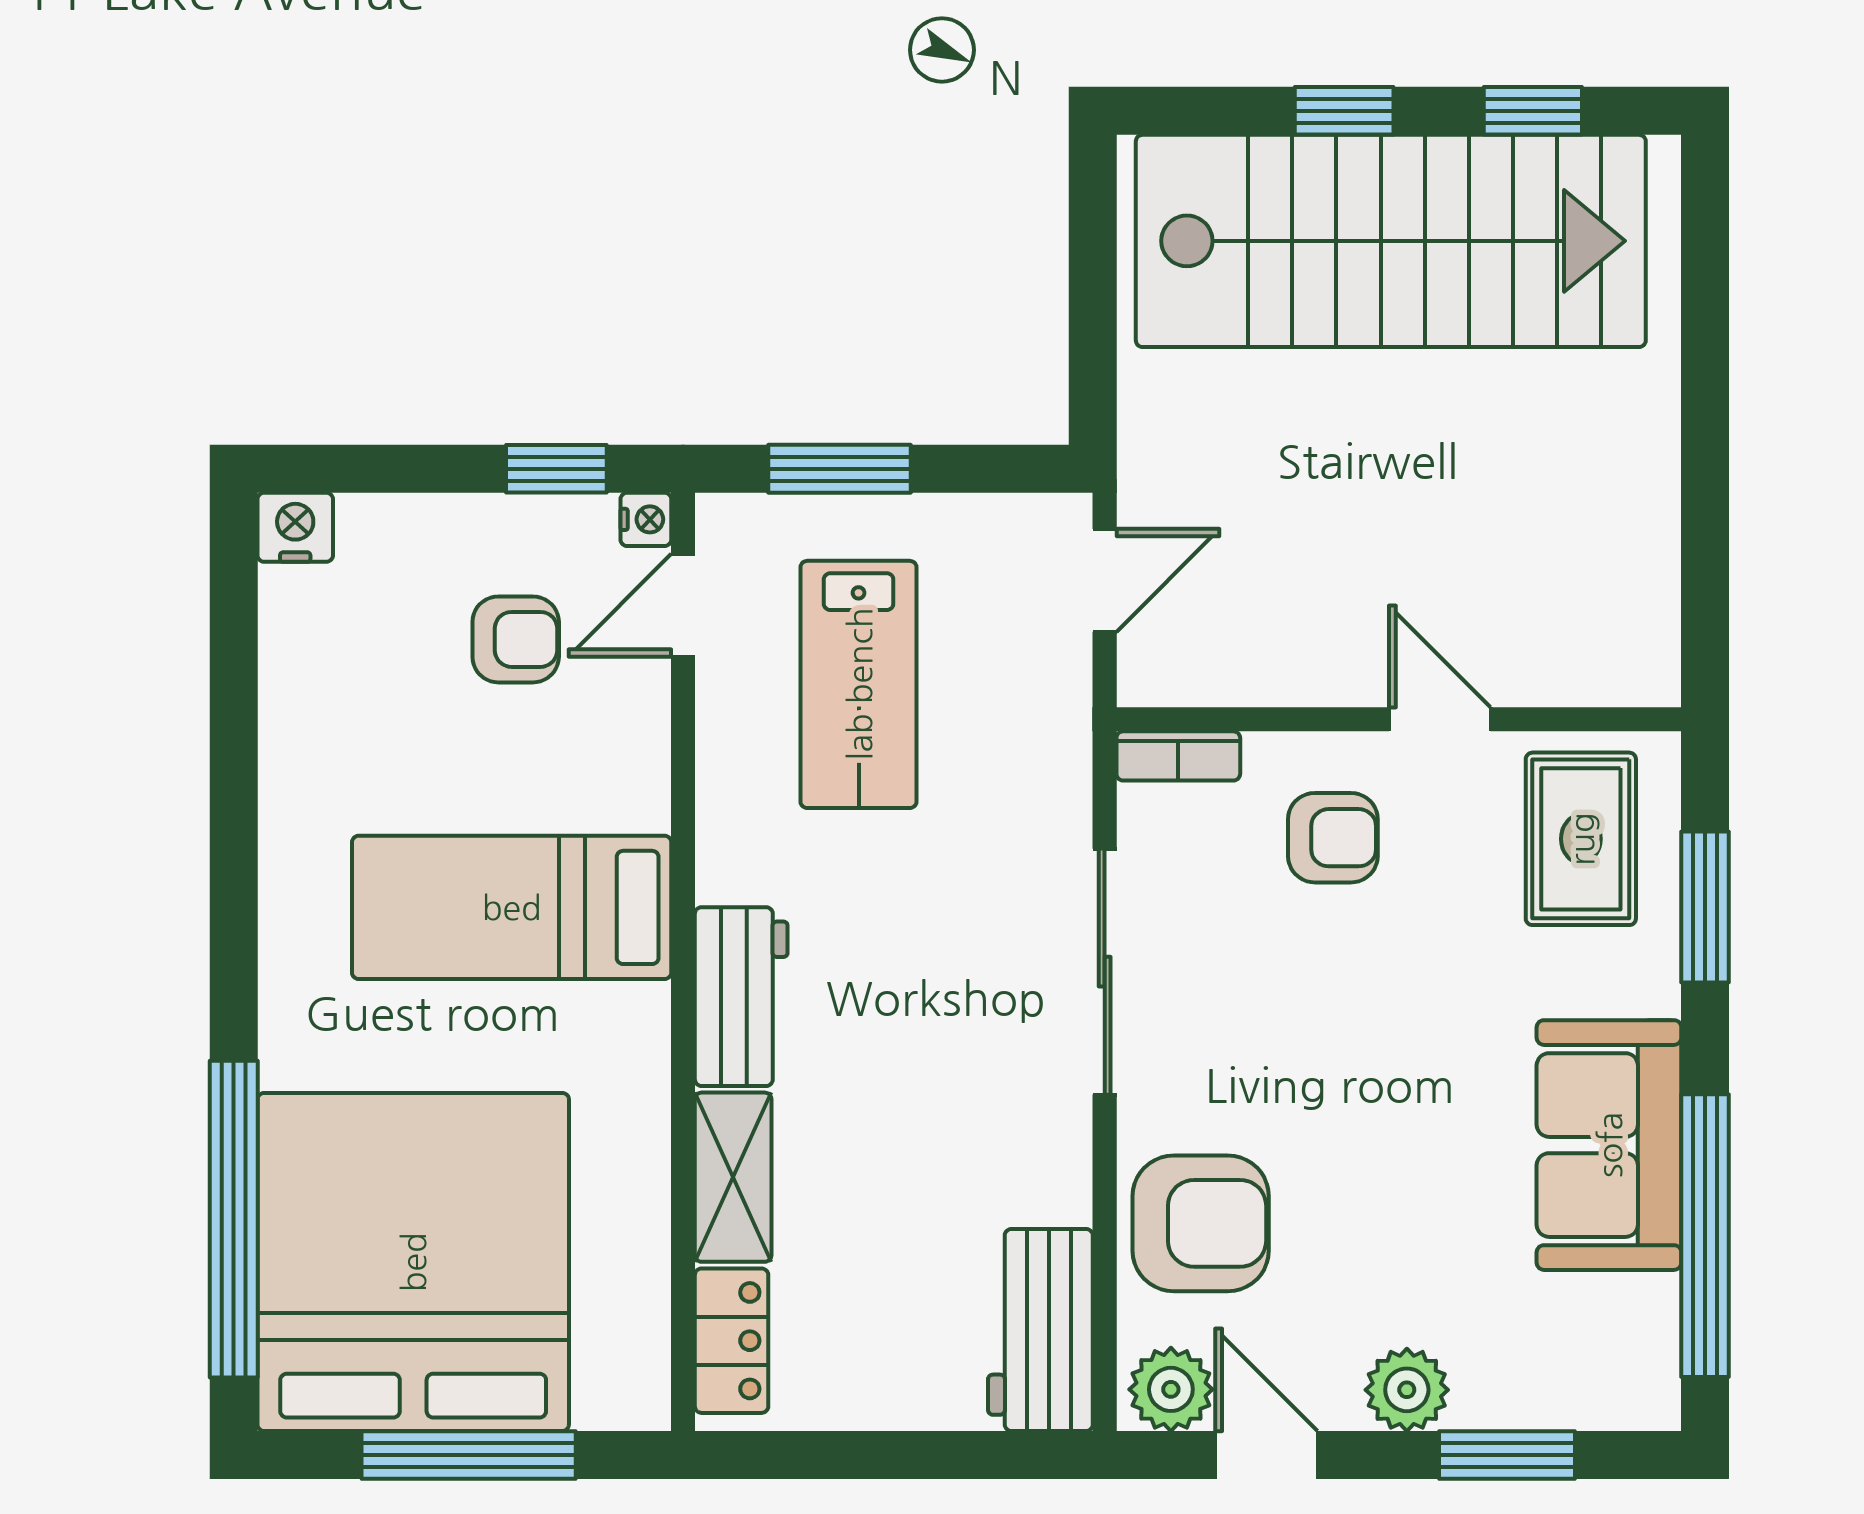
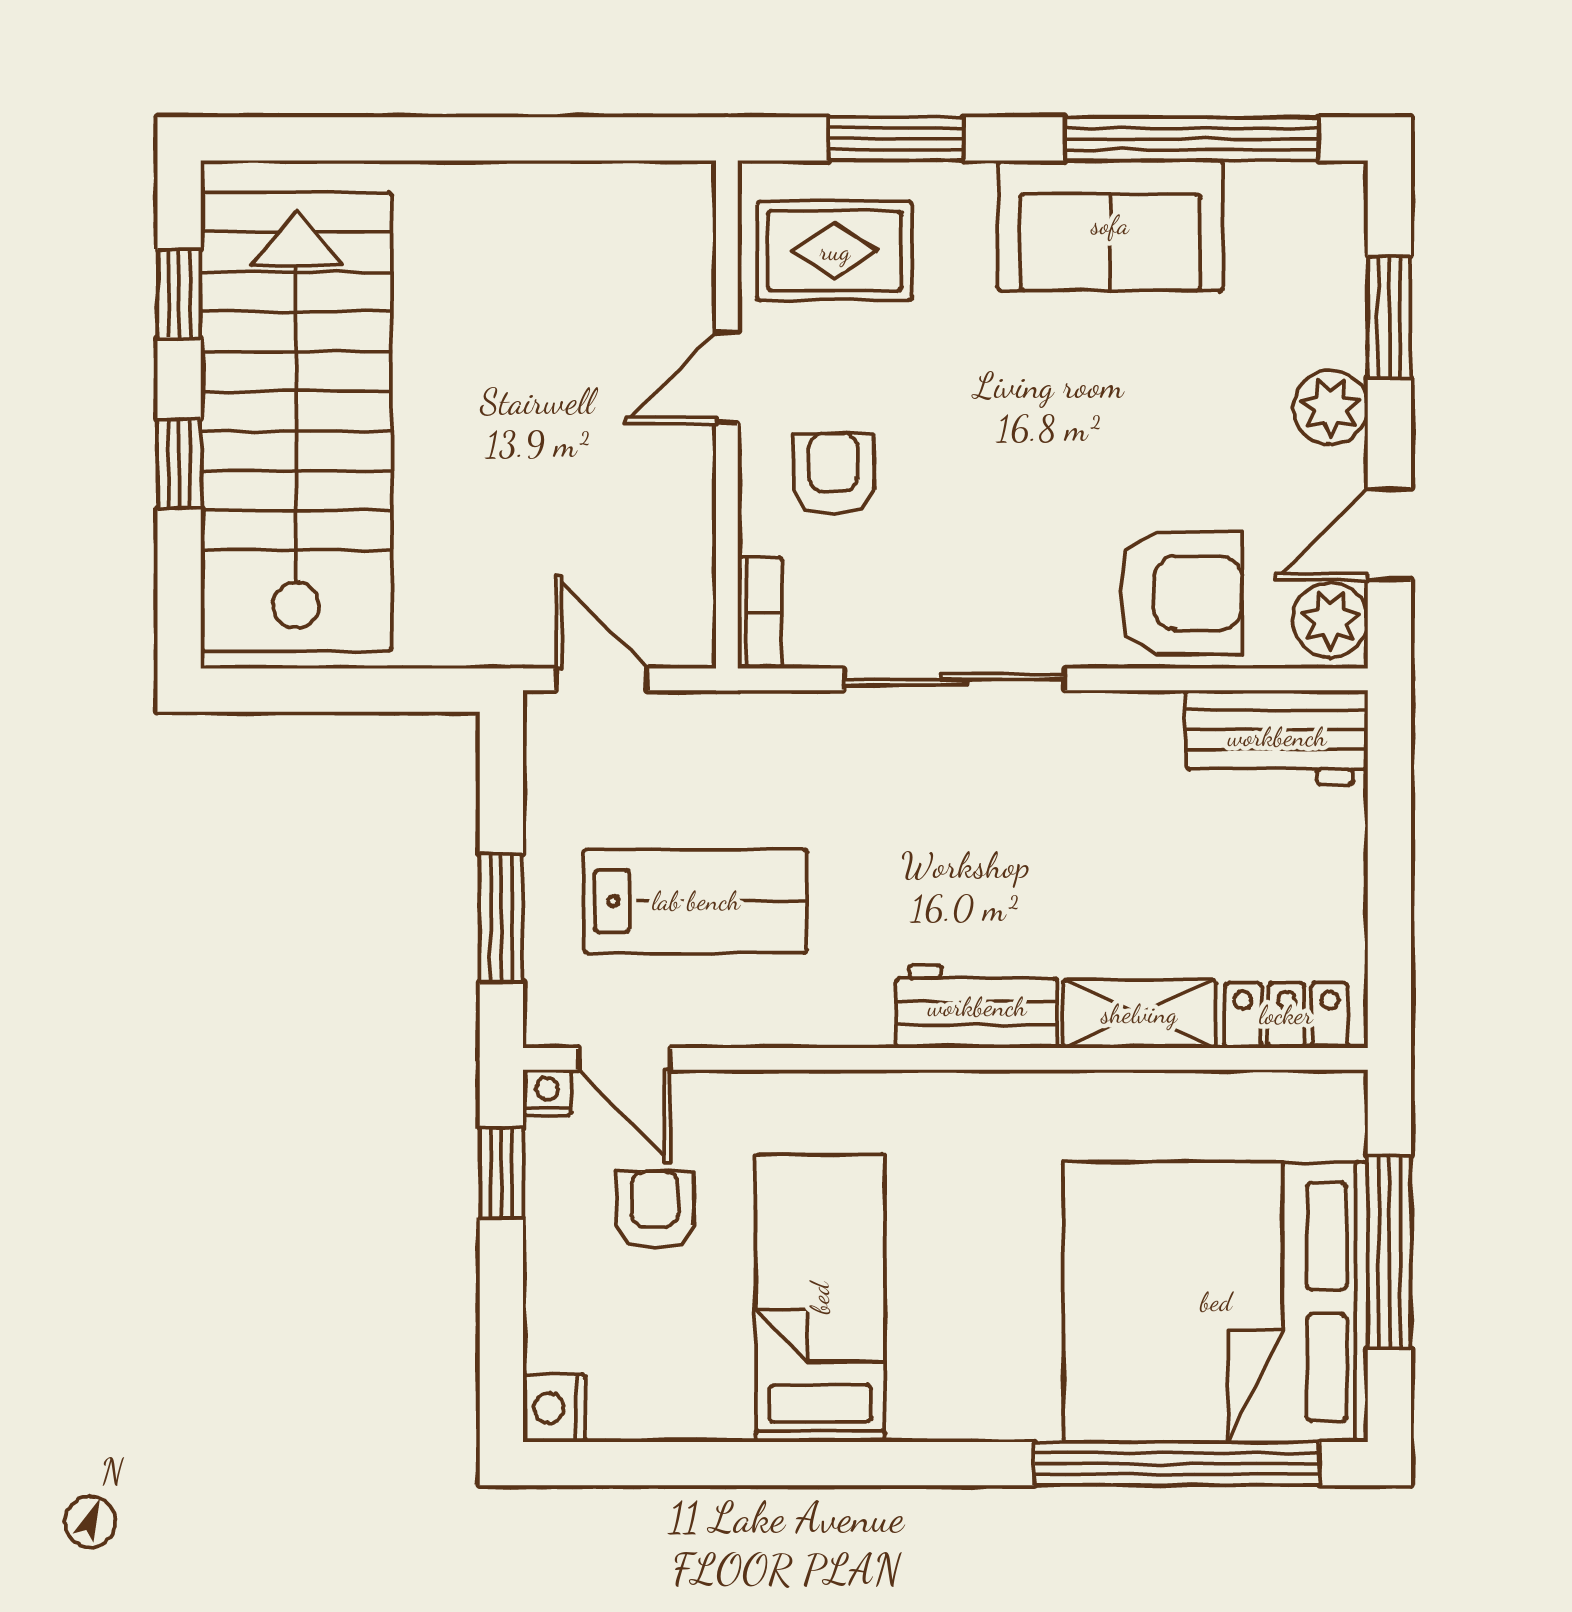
bed: (512, 907) -> (820, 1298), moved, turned 180
armchair: (1201, 1223) -> (1181, 593), turned 90

